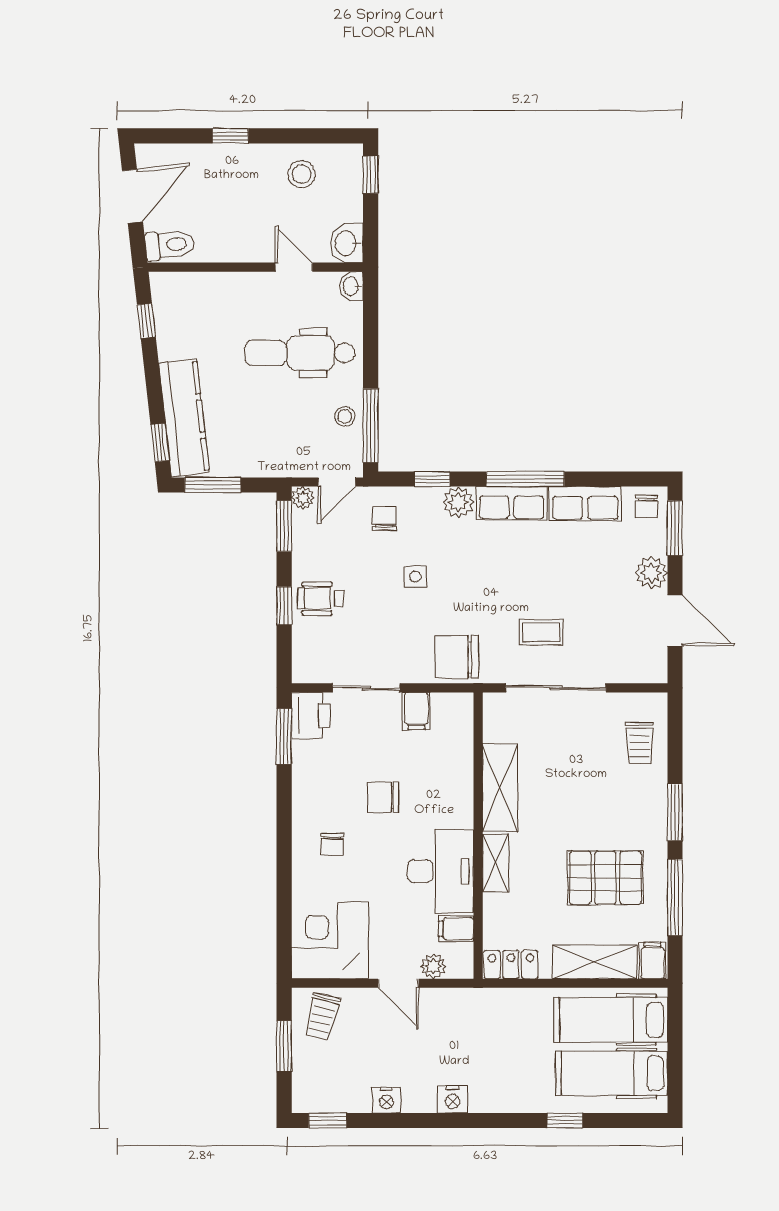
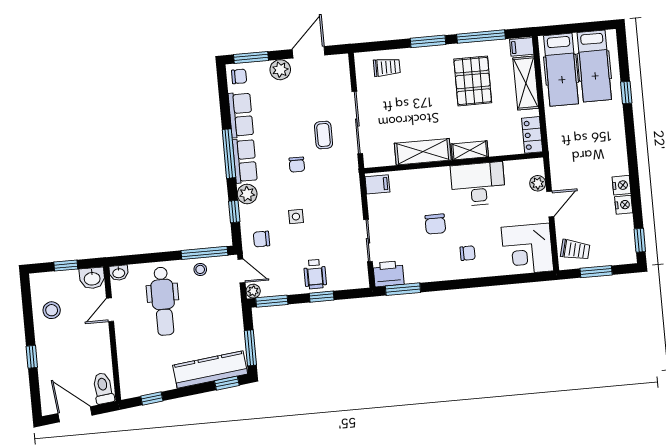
window: (371, 175) -> (66, 266), moved
chair: (457, 657) -> (297, 165), moved, width x0.54, depth x0.54
filing cabinet: (416, 711) -> (377, 184), moved
filing cabinet: (456, 929) -> (513, 171), removed
nightstand: (452, 1099) -> (622, 185), moved

